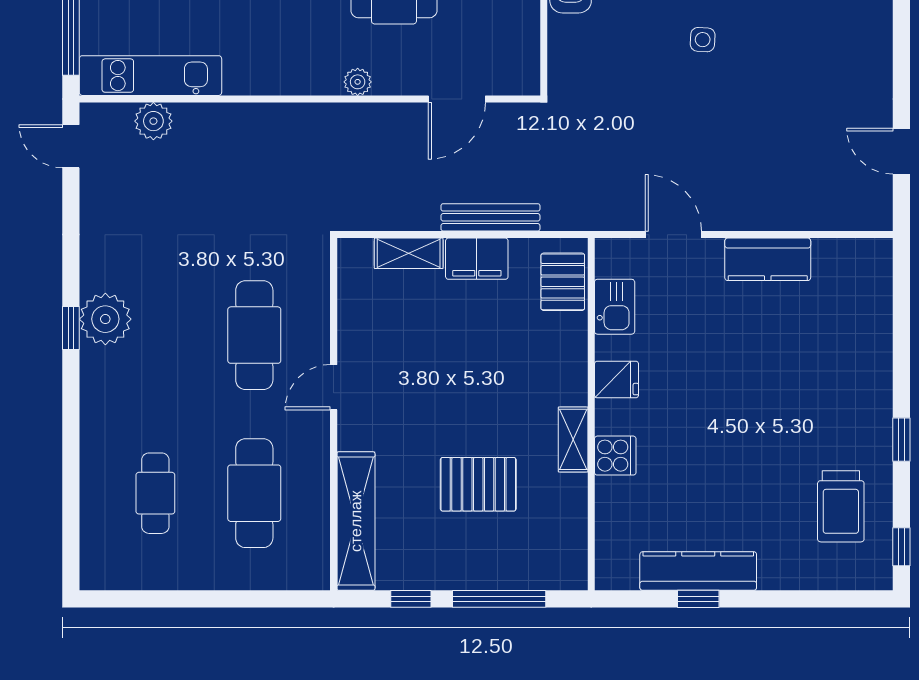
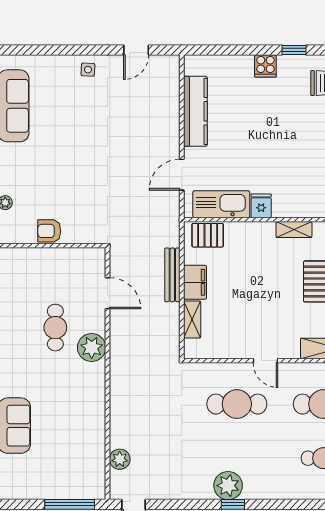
side table: (703, 40) -> (88, 70), moved
kitchen unit: (150, 76) -> (95, 461), removed
plant: (358, 82) -> (92, 347), width x1.87, depth x1.87
kitchen counter: (768, 259) -> (195, 111), width x1.50
kitchen sink: (615, 307) -> (221, 204), width x1.87, depth x1.24
cooker: (615, 456) -> (265, 66), moved, turned 180

